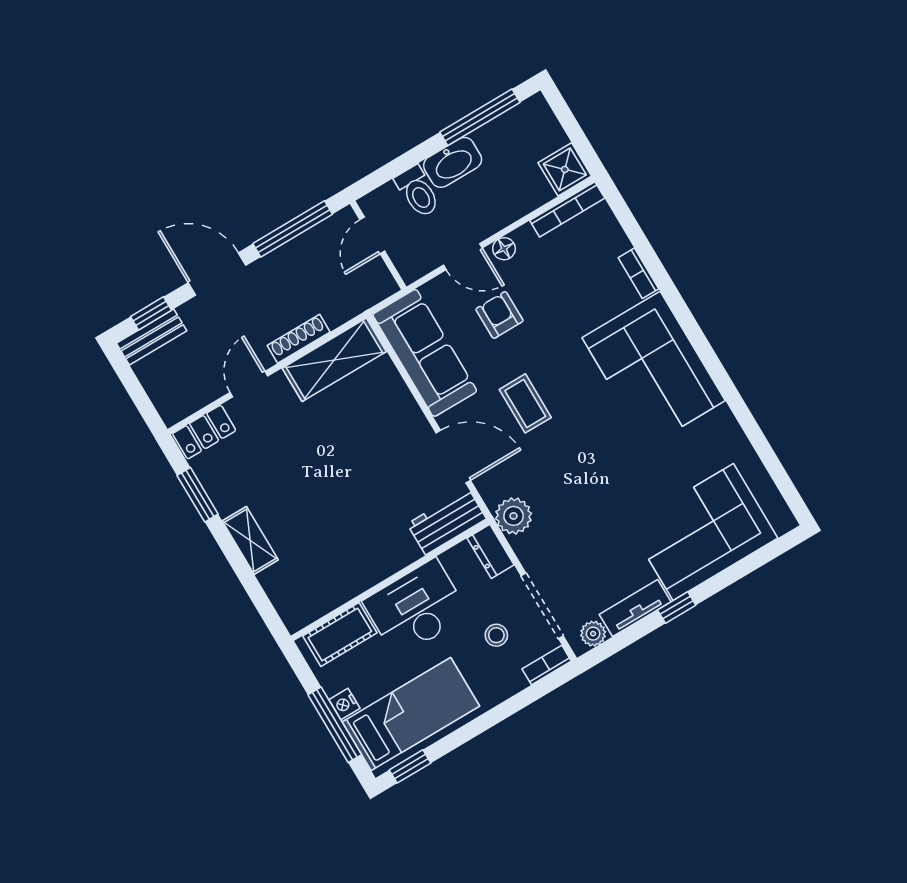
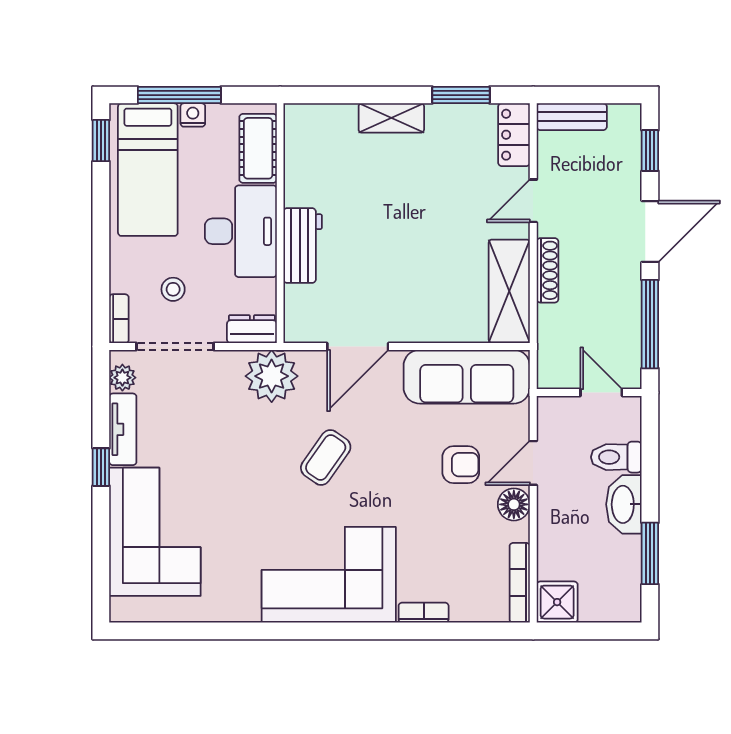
window: (480, 117) -> (650, 553), width x0.69
floor lamp: (504, 249) -> (514, 504), width x1.37, depth x1.37
bench: (152, 337) -> (572, 117), moved, turned 90
door: (249, 384) -> (533, 201), swing flipped
coffee table: (525, 403) -> (326, 458), moved, turned -55
plant: (514, 516) -> (272, 376), width x1.36, depth x1.36
workbench: (447, 521) -> (303, 246), moved

